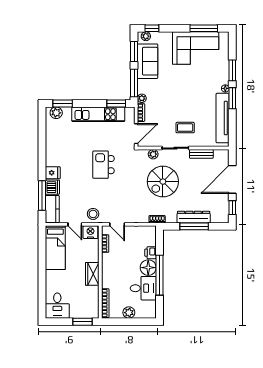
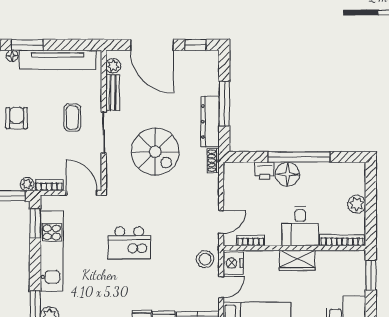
armchair: (185, 91) -> (17, 118), added
plant: (153, 154) -> (113, 66), moved
dresser: (194, 217) -> (210, 122), moved
desk: (143, 288) -> (300, 226), moved, turned 180

